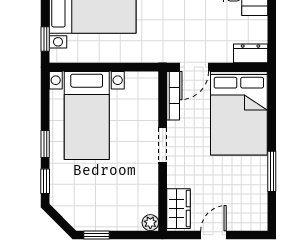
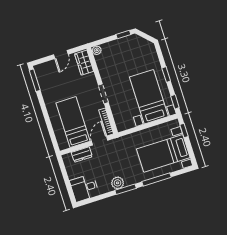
dresser: (251, 53) -> (82, 155), moved
bed: (239, 113) -> (73, 122), width x0.67
window: (272, 171) -> (35, 80), moved
window: (45, 181) -> (175, 102), moved

